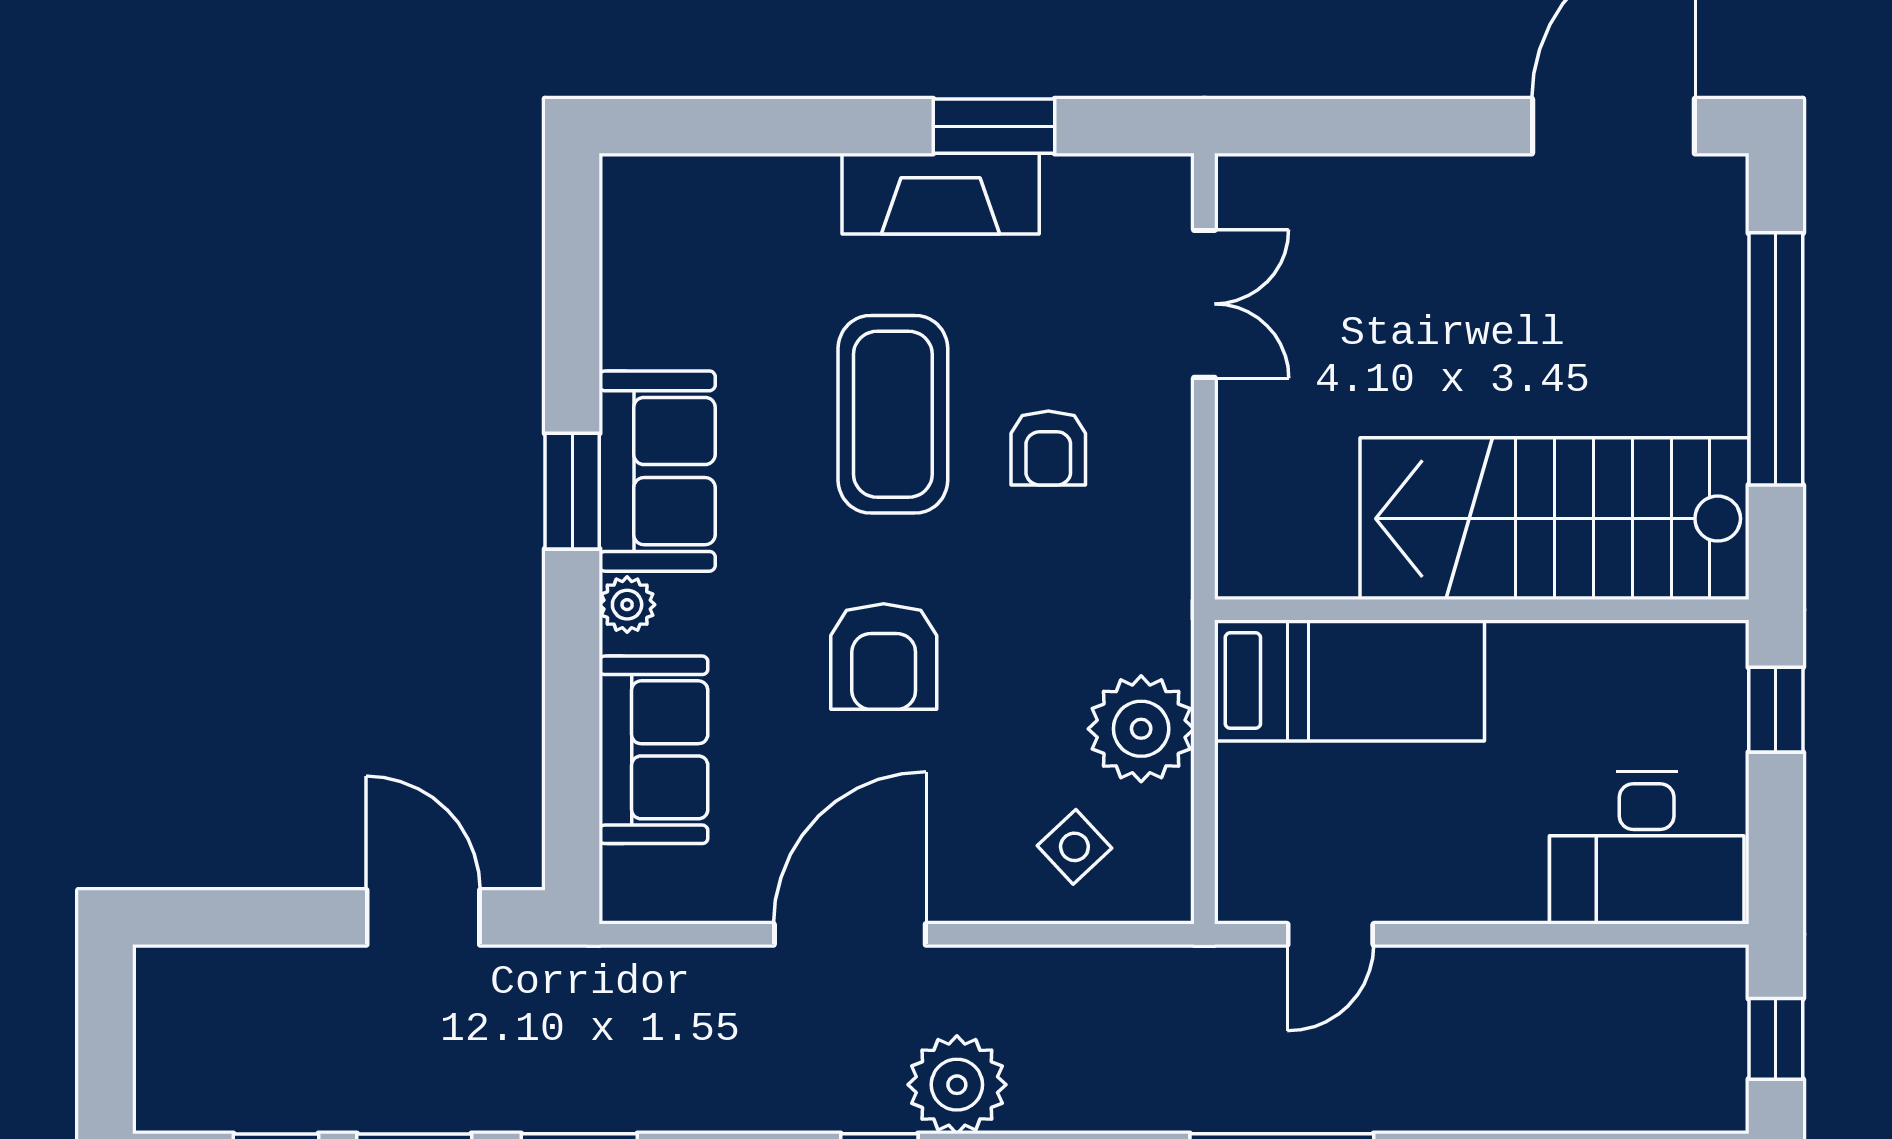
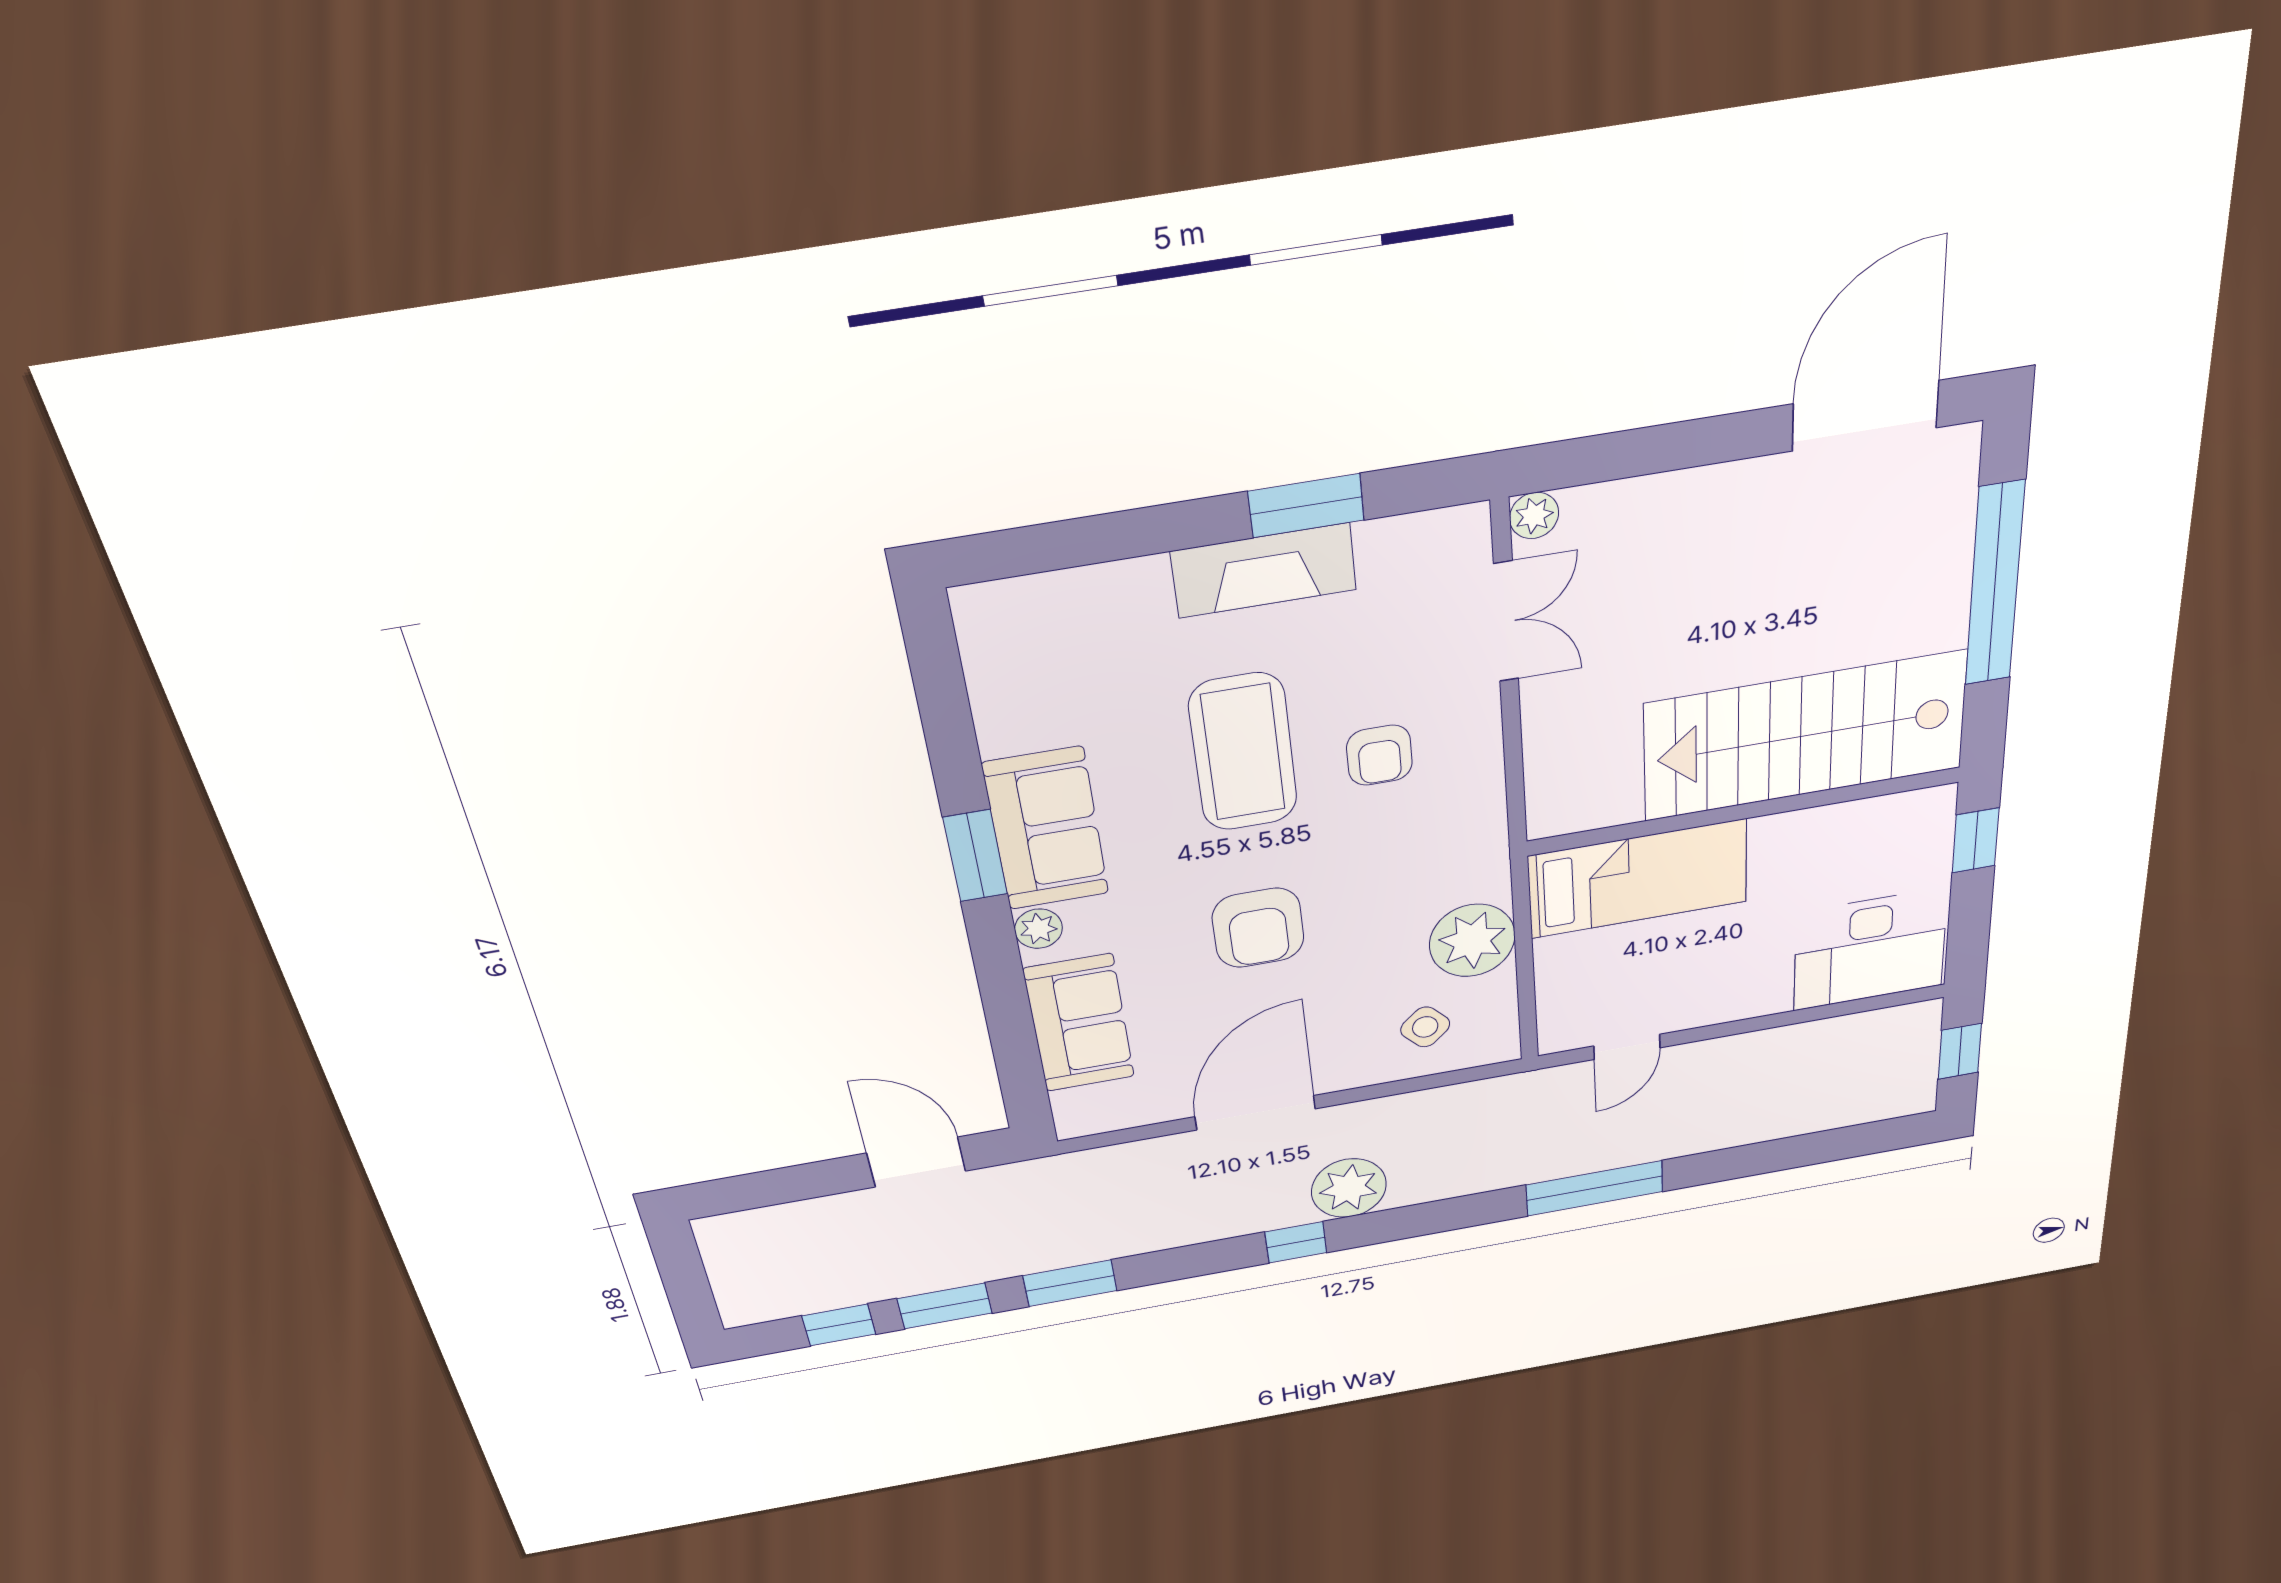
plant: (1242, 181) -> (1534, 516), added

